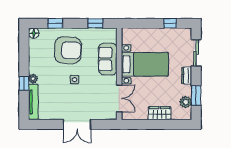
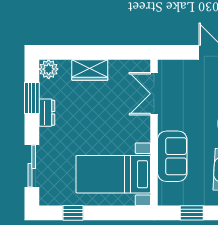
bed with nightstands: (145, 64) -> (113, 174), moved
dresser: (187, 76) -> (47, 113), moved
plant: (186, 102) -> (49, 69), moved

